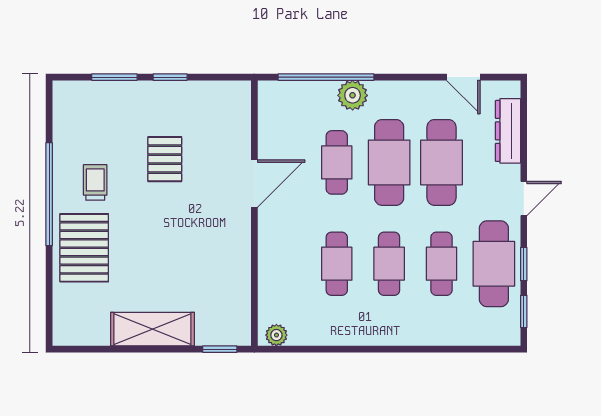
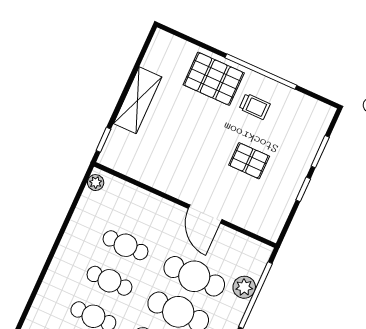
plant: (353, 95) -> (244, 287), moved
cafe table: (337, 162) -> (194, 276), width x1.37, depth x1.35

